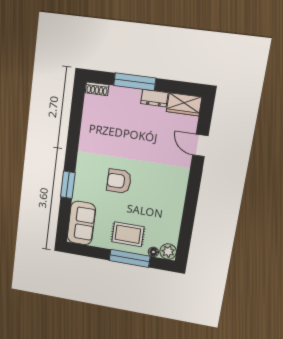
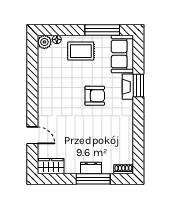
dresser: (154, 98) -> (91, 168), moved
fireplace: (80, 185) -> (128, 87), added
window: (130, 258) -> (102, 30), moved

